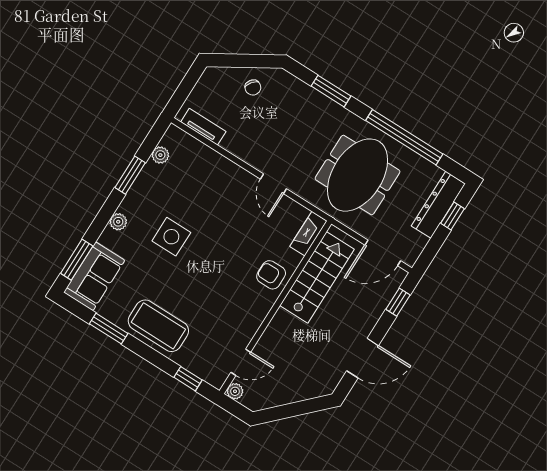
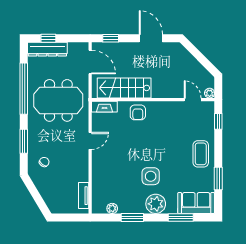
chair: (253, 87) -> (44, 162), moved
plant: (118, 222) -> (156, 204), width x1.87, depth x1.87
window: (77, 260) -> (181, 217), moved
coffee table: (158, 326) -> (201, 154), width x0.73, depth x0.76

